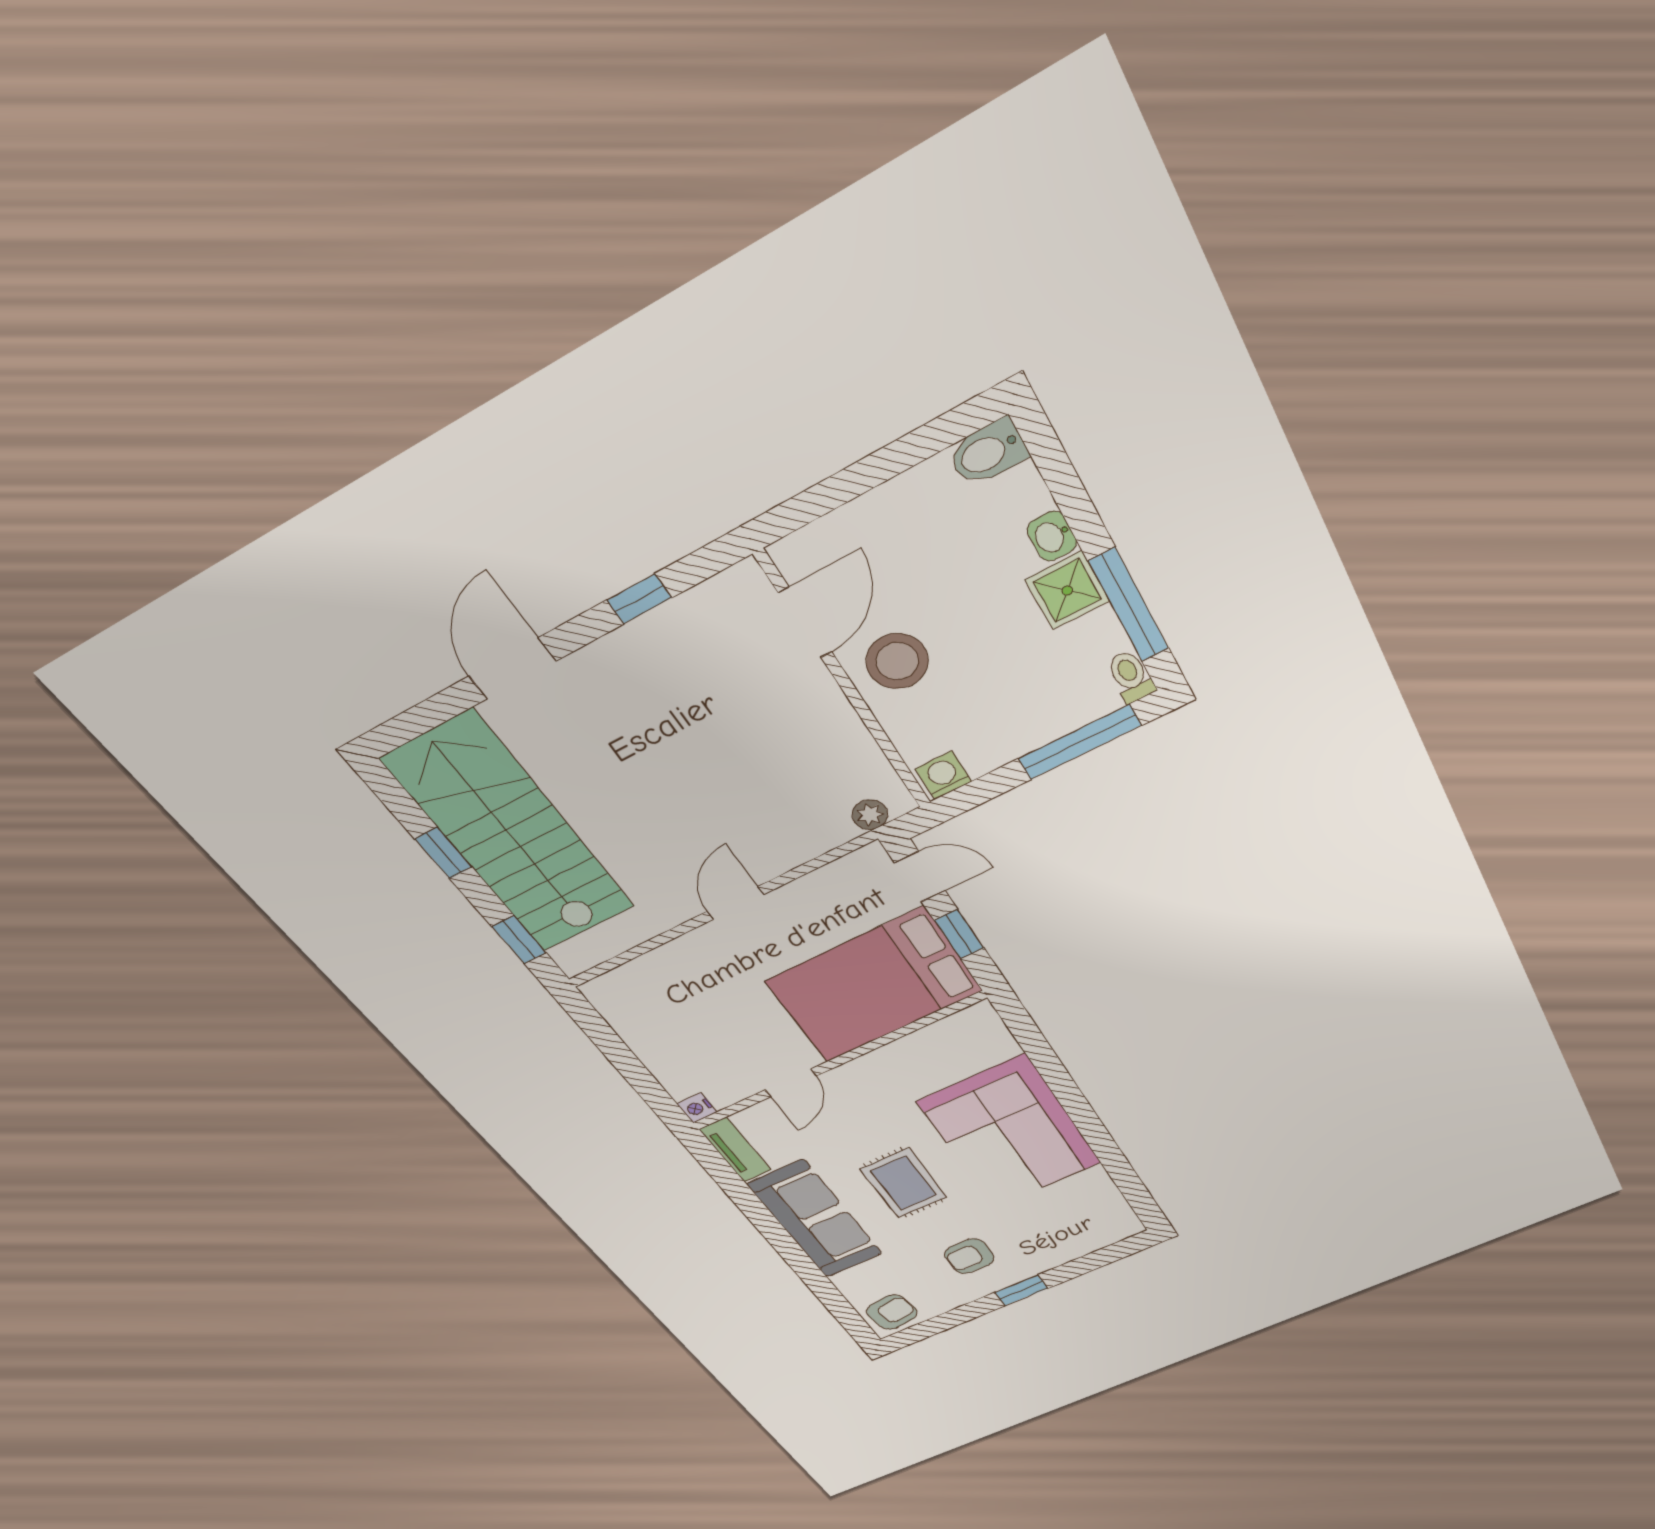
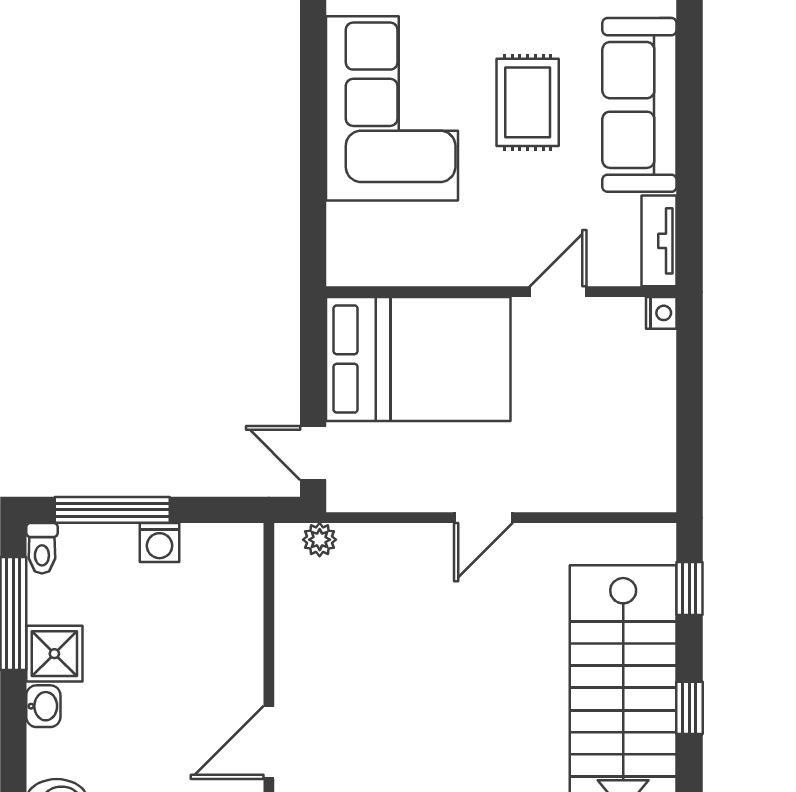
stool: (897, 661) -> (217, 668), removed
washing machine: (943, 775) -> (160, 543), moved
window: (959, 934) -> (313, 372), removed

